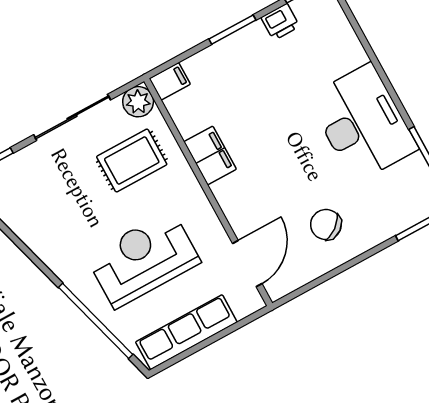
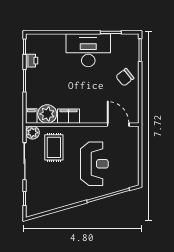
plant: (191, 111) -> (47, 114), added
chair: (326, 225) -> (125, 77), moved
reception desk: (143, 259) -> (94, 164), turned 180
row of seats: (186, 332) -> (132, 163), removed

